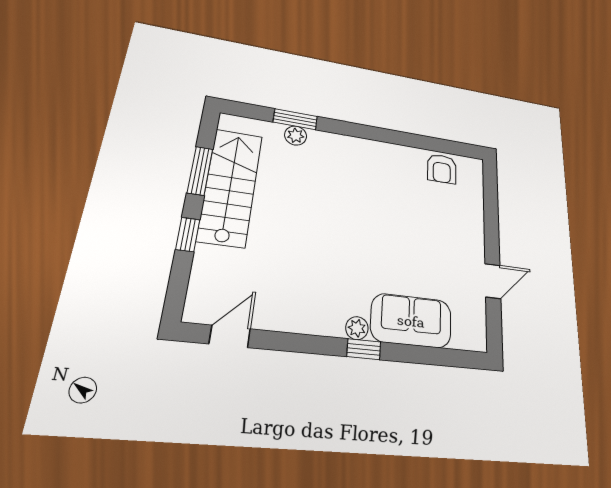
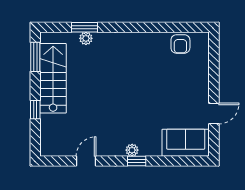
window: (200, 171) -> (35, 57), moved
sofa: (411, 321) -> (186, 143), moved
door: (230, 336) -> (86, 161), moved

